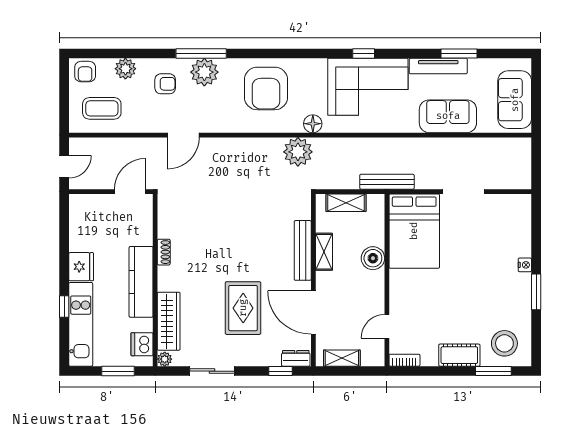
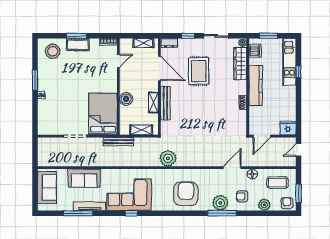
window: (459, 54) -> (78, 213), width x1.44
window: (64, 89) -> (299, 193), added
floor lamp: (313, 124) -> (252, 174), moved
fridge: (81, 267) -> (288, 128), moved, turned 90
window: (280, 371) -> (188, 36), moved
window: (493, 371) -> (77, 36), moved

